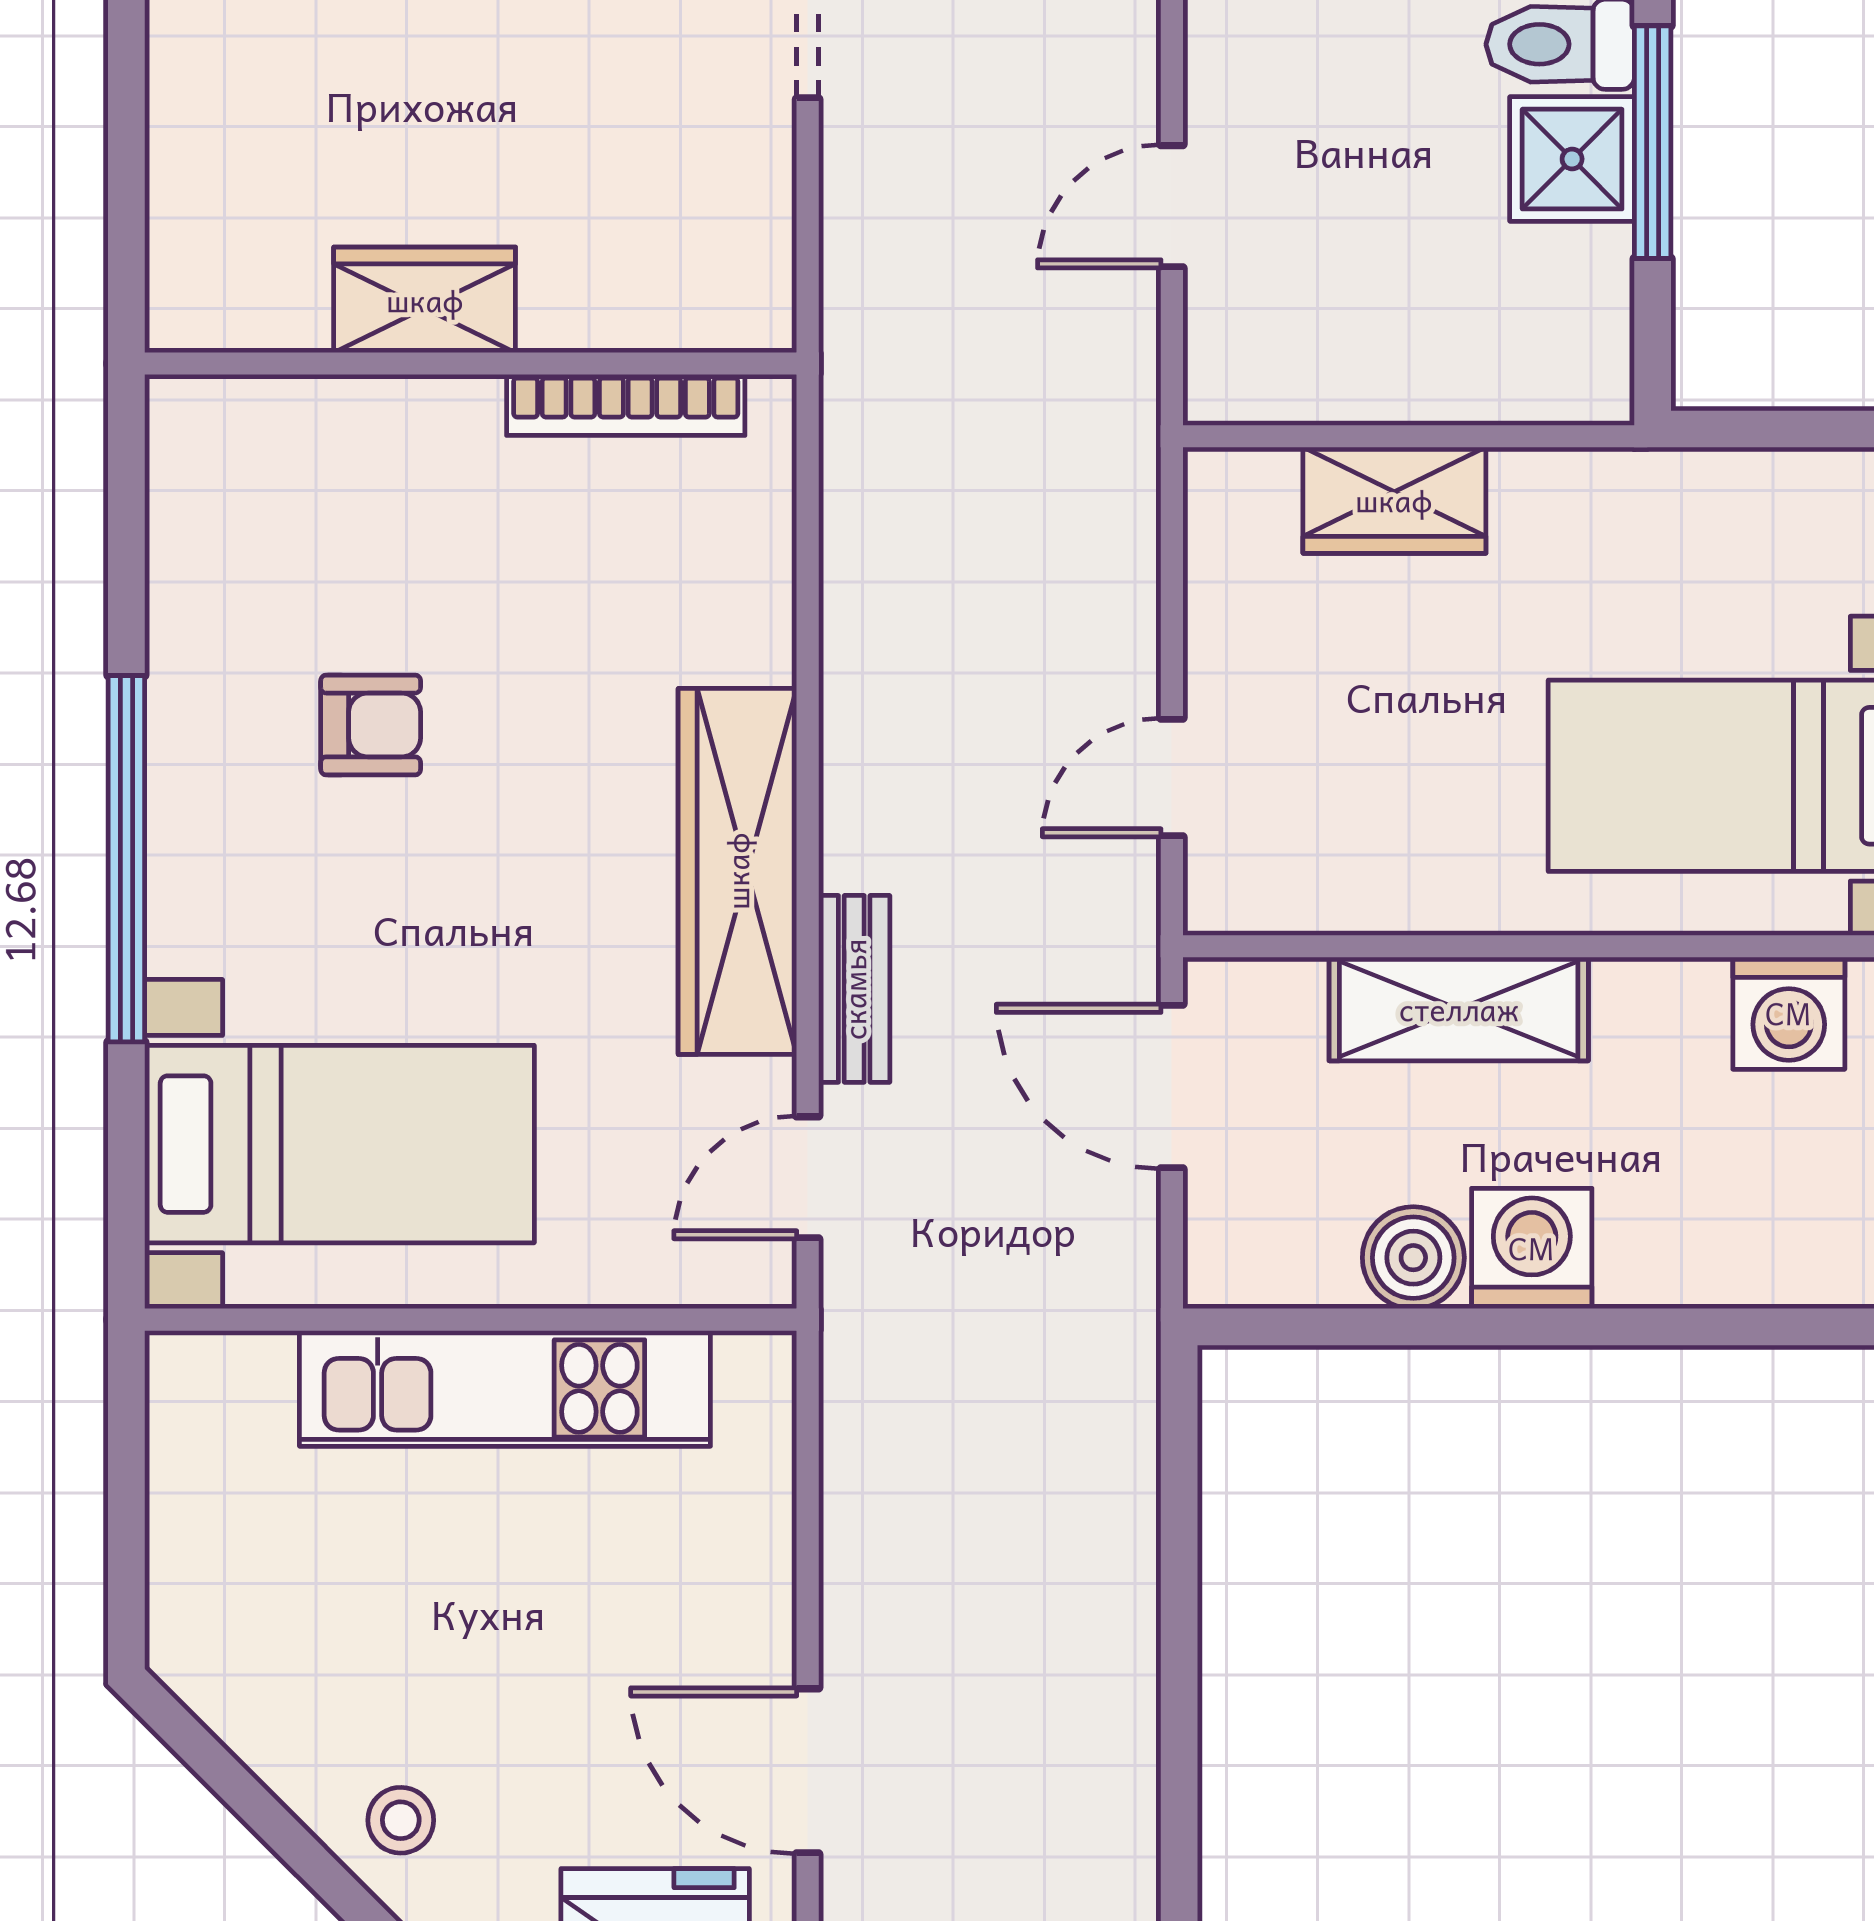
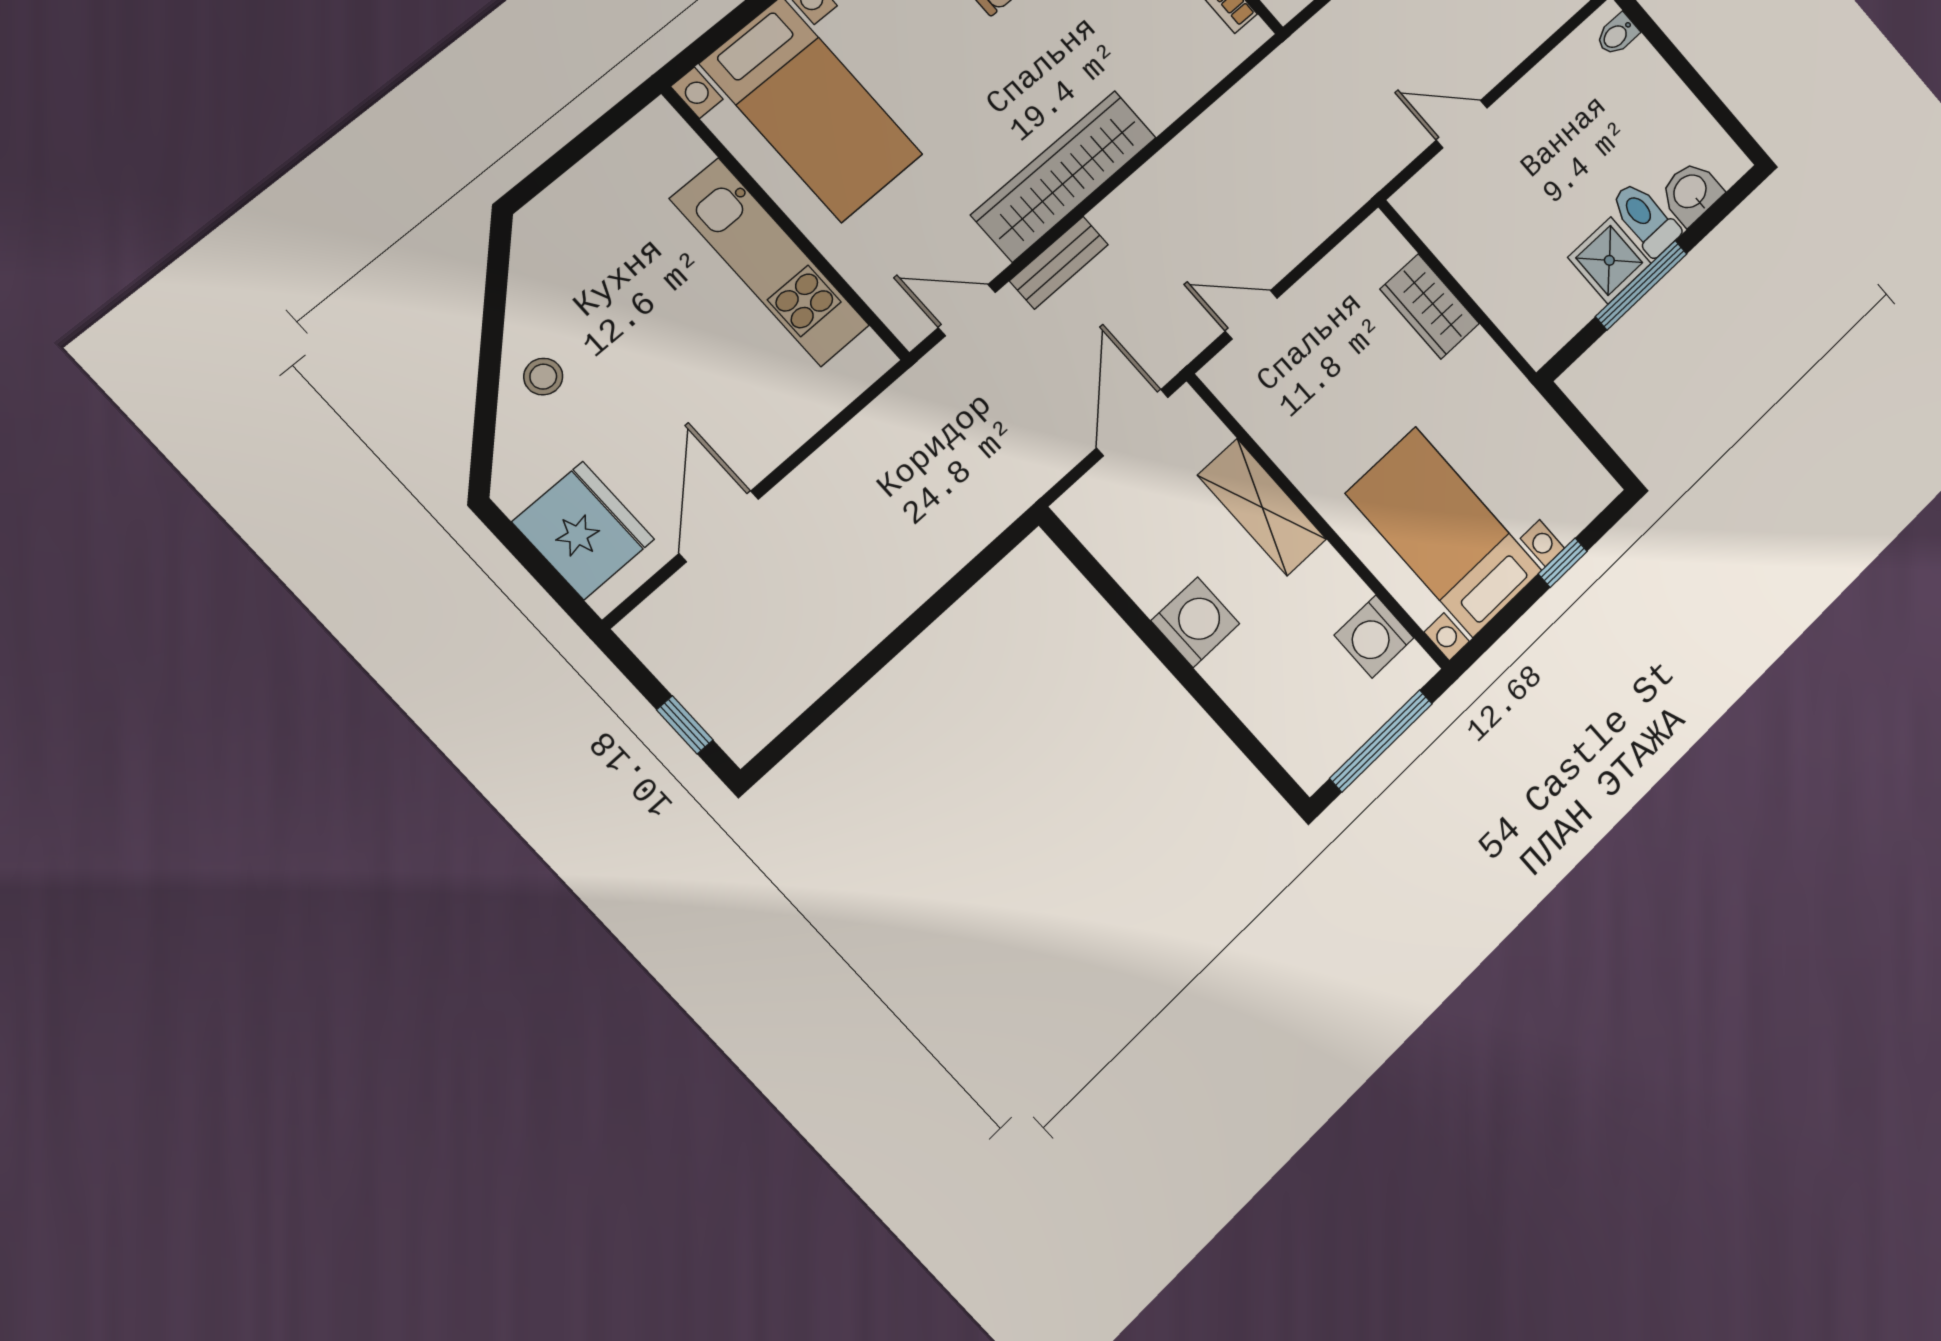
boiler: (1413, 1258) -> (1150, 579), removed

